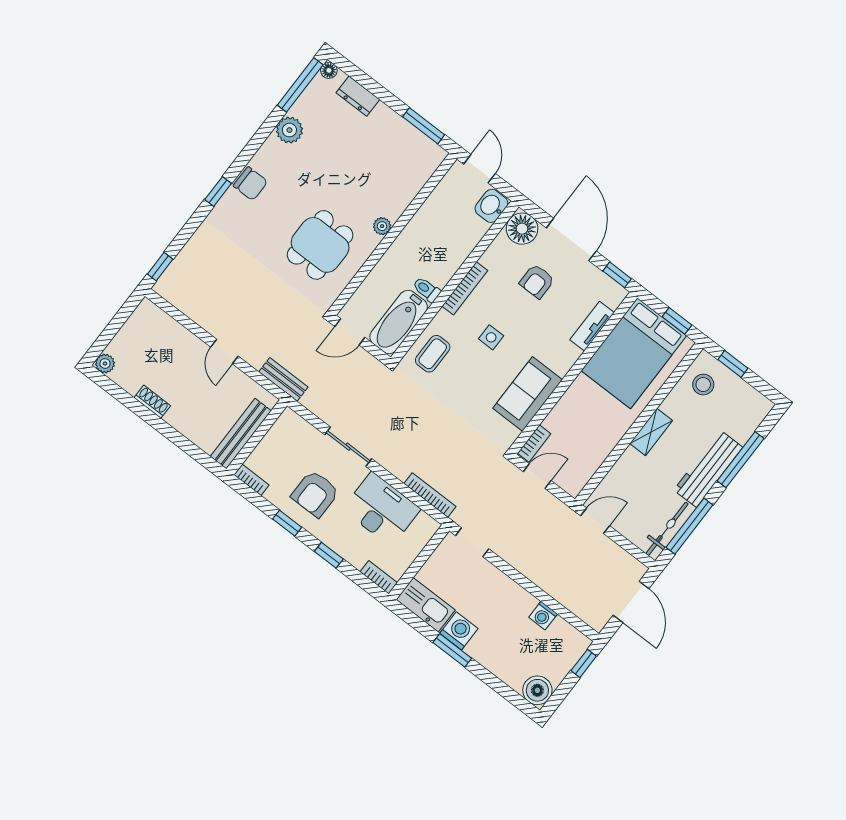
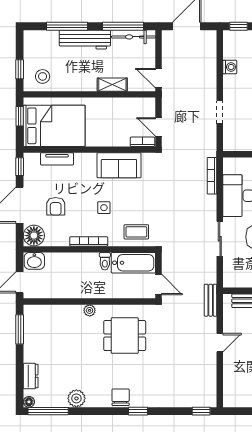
armchair: (537, 281) -> (56, 206), turned 90
shelving: (651, 432) -> (112, 85), moved
doorway: (472, 542) -> (220, 112), moved

